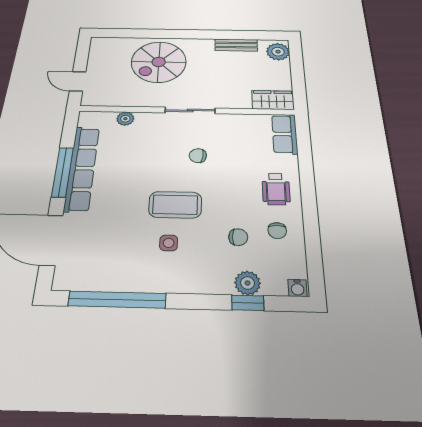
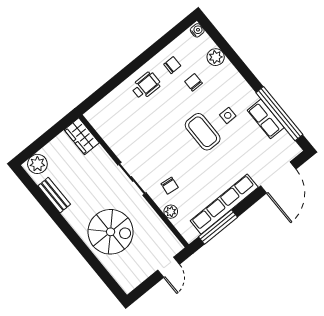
row of seats: (285, 134) -> (266, 119), moved, turned 90
chair: (198, 156) -> (170, 186), moved
window: (63, 172) -> (218, 227), moved
window: (248, 303) -> (226, 49), removed

